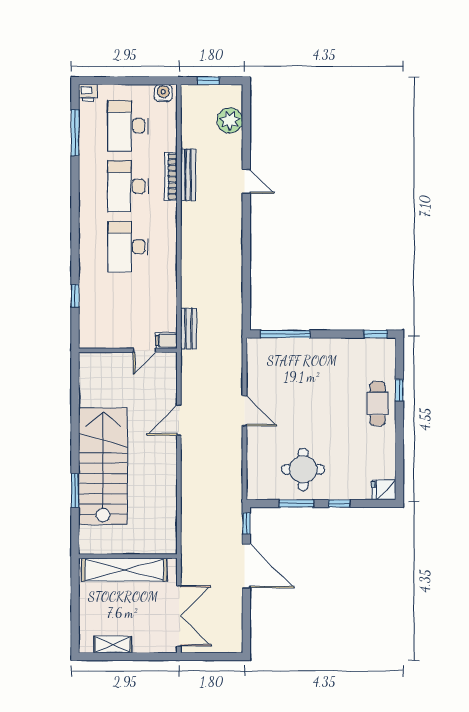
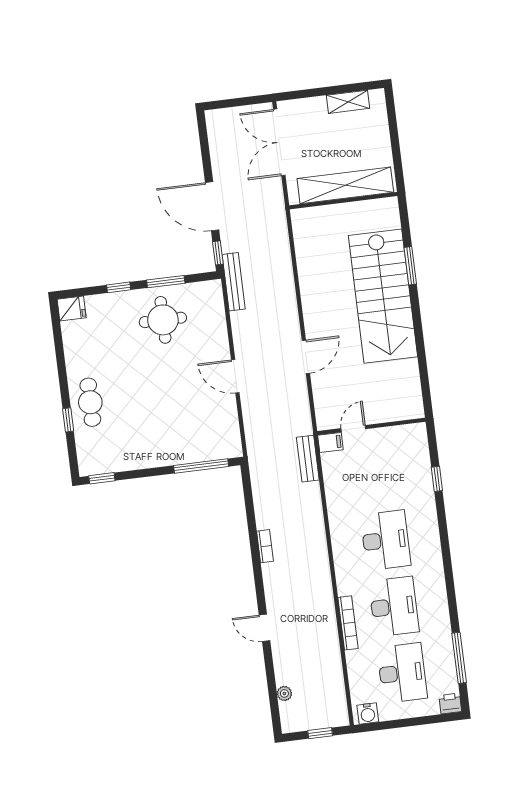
plant: (230, 120) -> (284, 693), width x0.53, depth x0.53
bench: (188, 175) -> (234, 282), moved
bookcase: (237, 255) -> (265, 546), added

